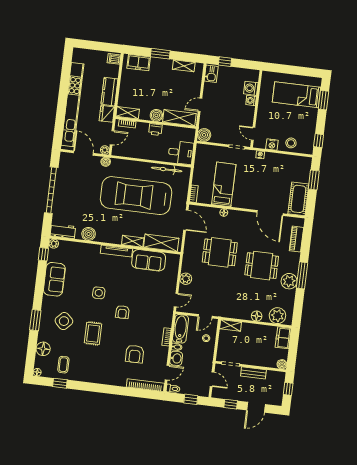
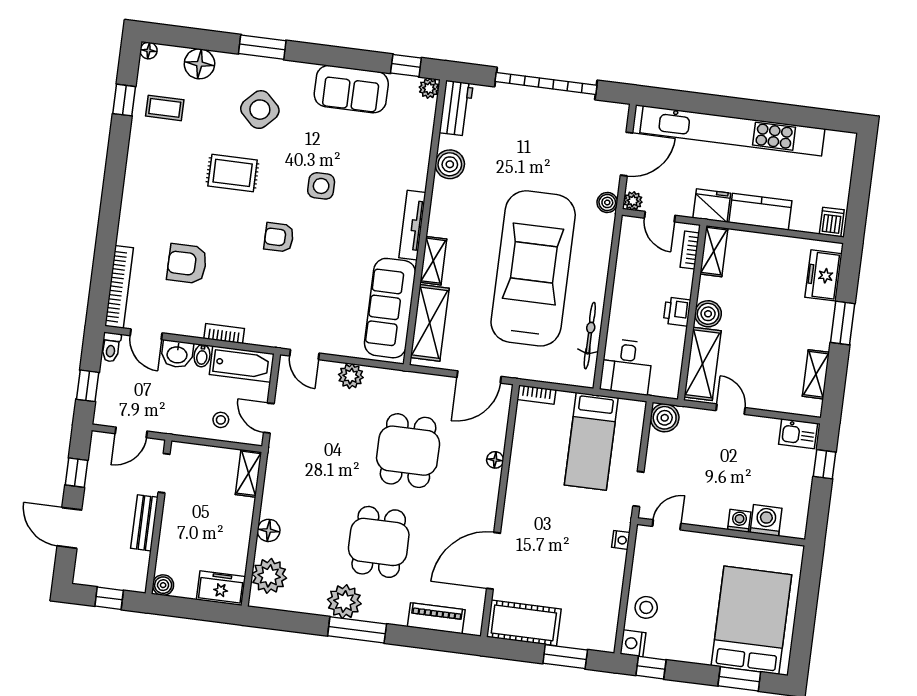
bed: (297, 95) -> (751, 620), width x1.50
nightstand: (272, 145) -> (633, 643), moved
bed: (224, 184) -> (591, 441), moved, turned 90
sofa: (149, 260) -> (390, 308), width x1.36

